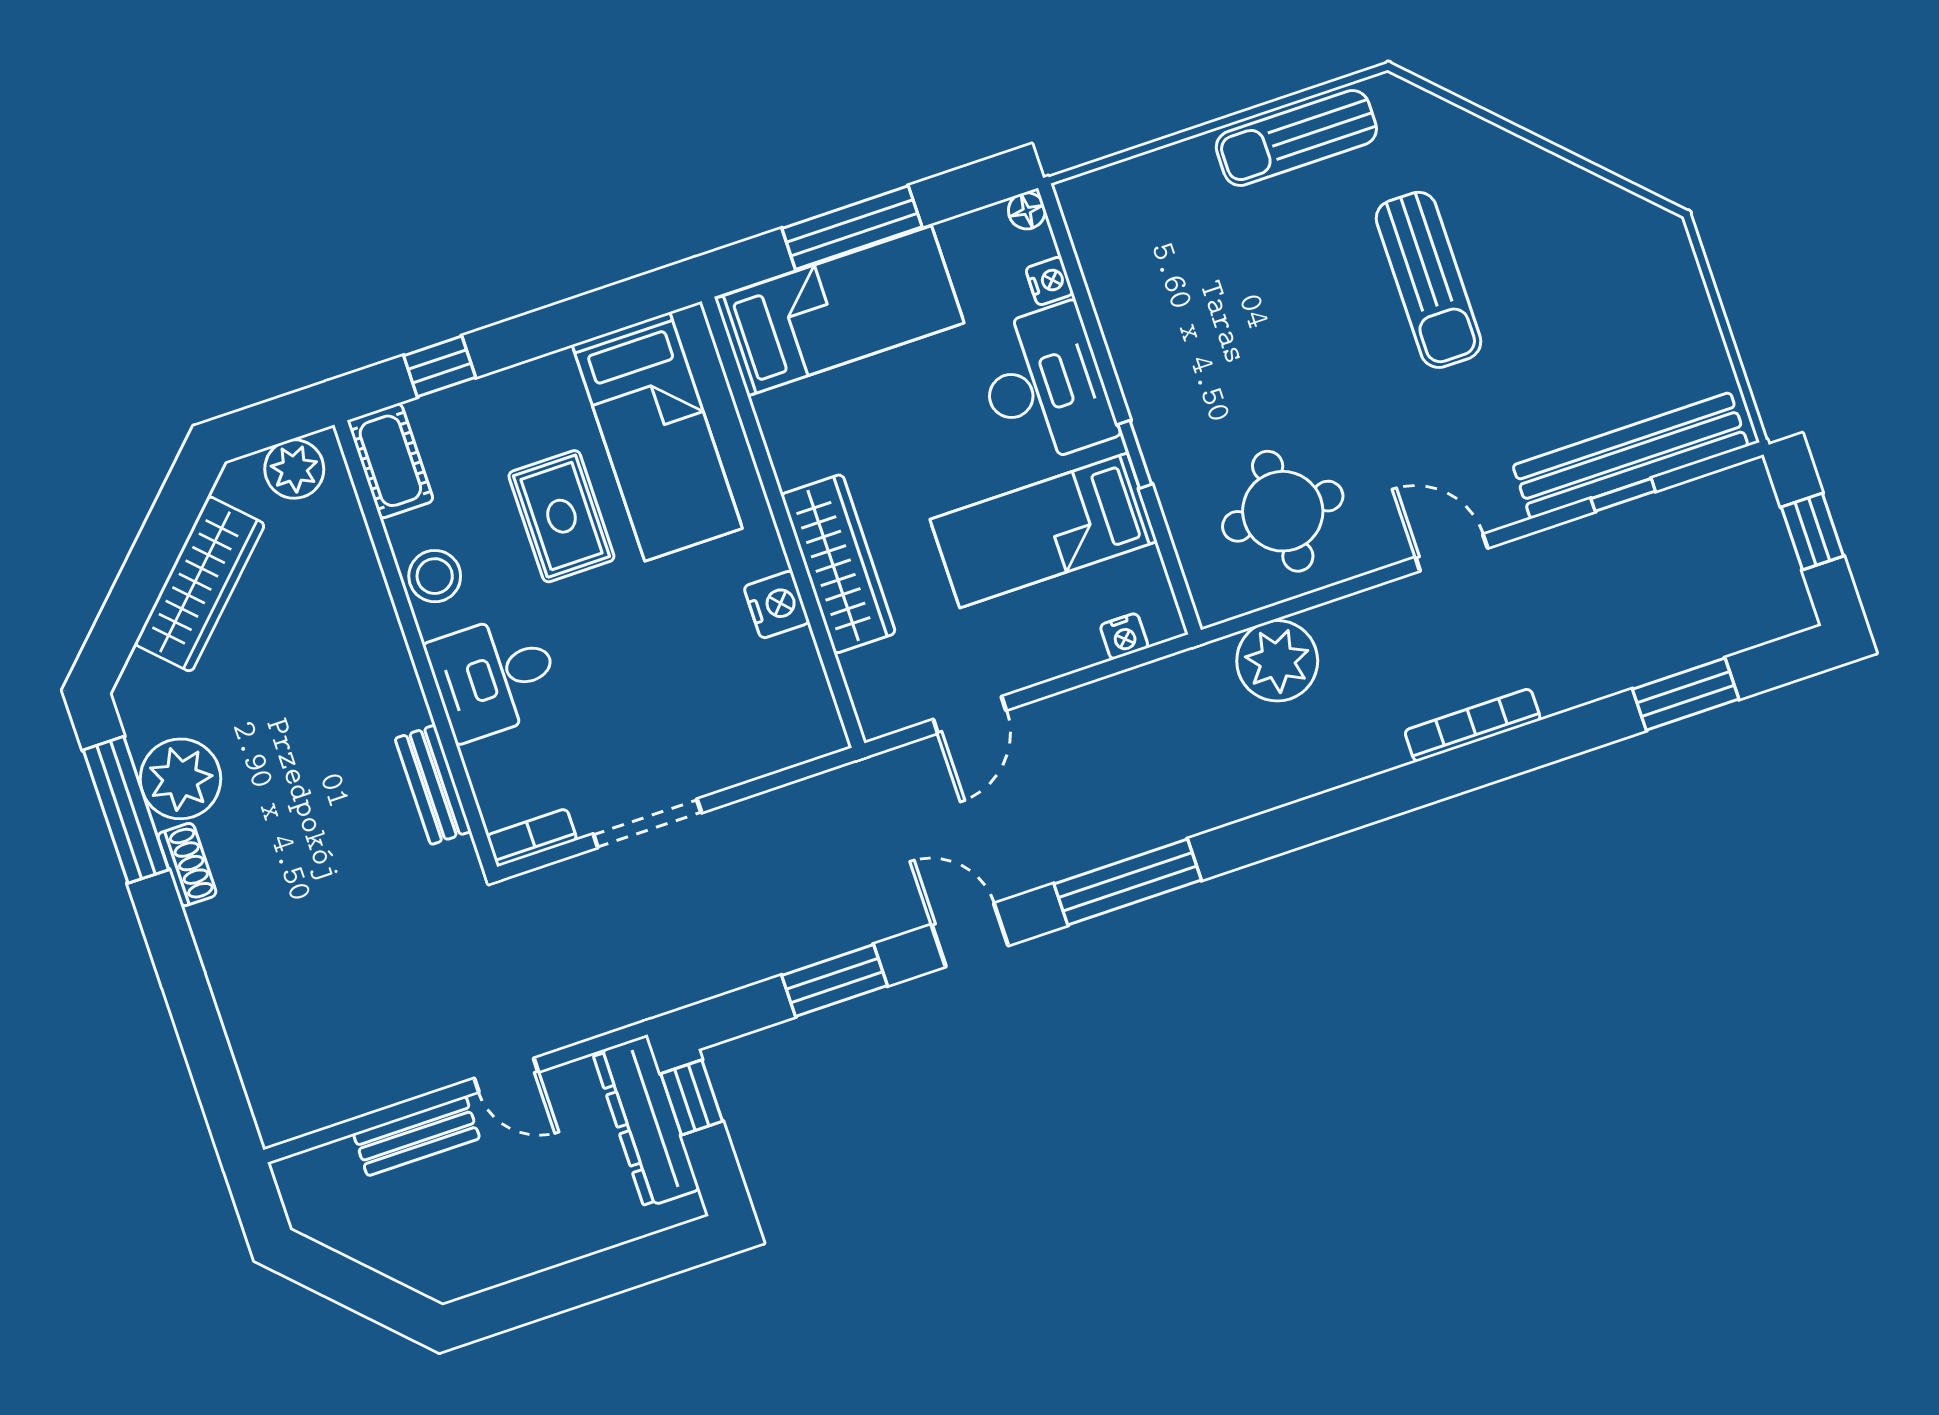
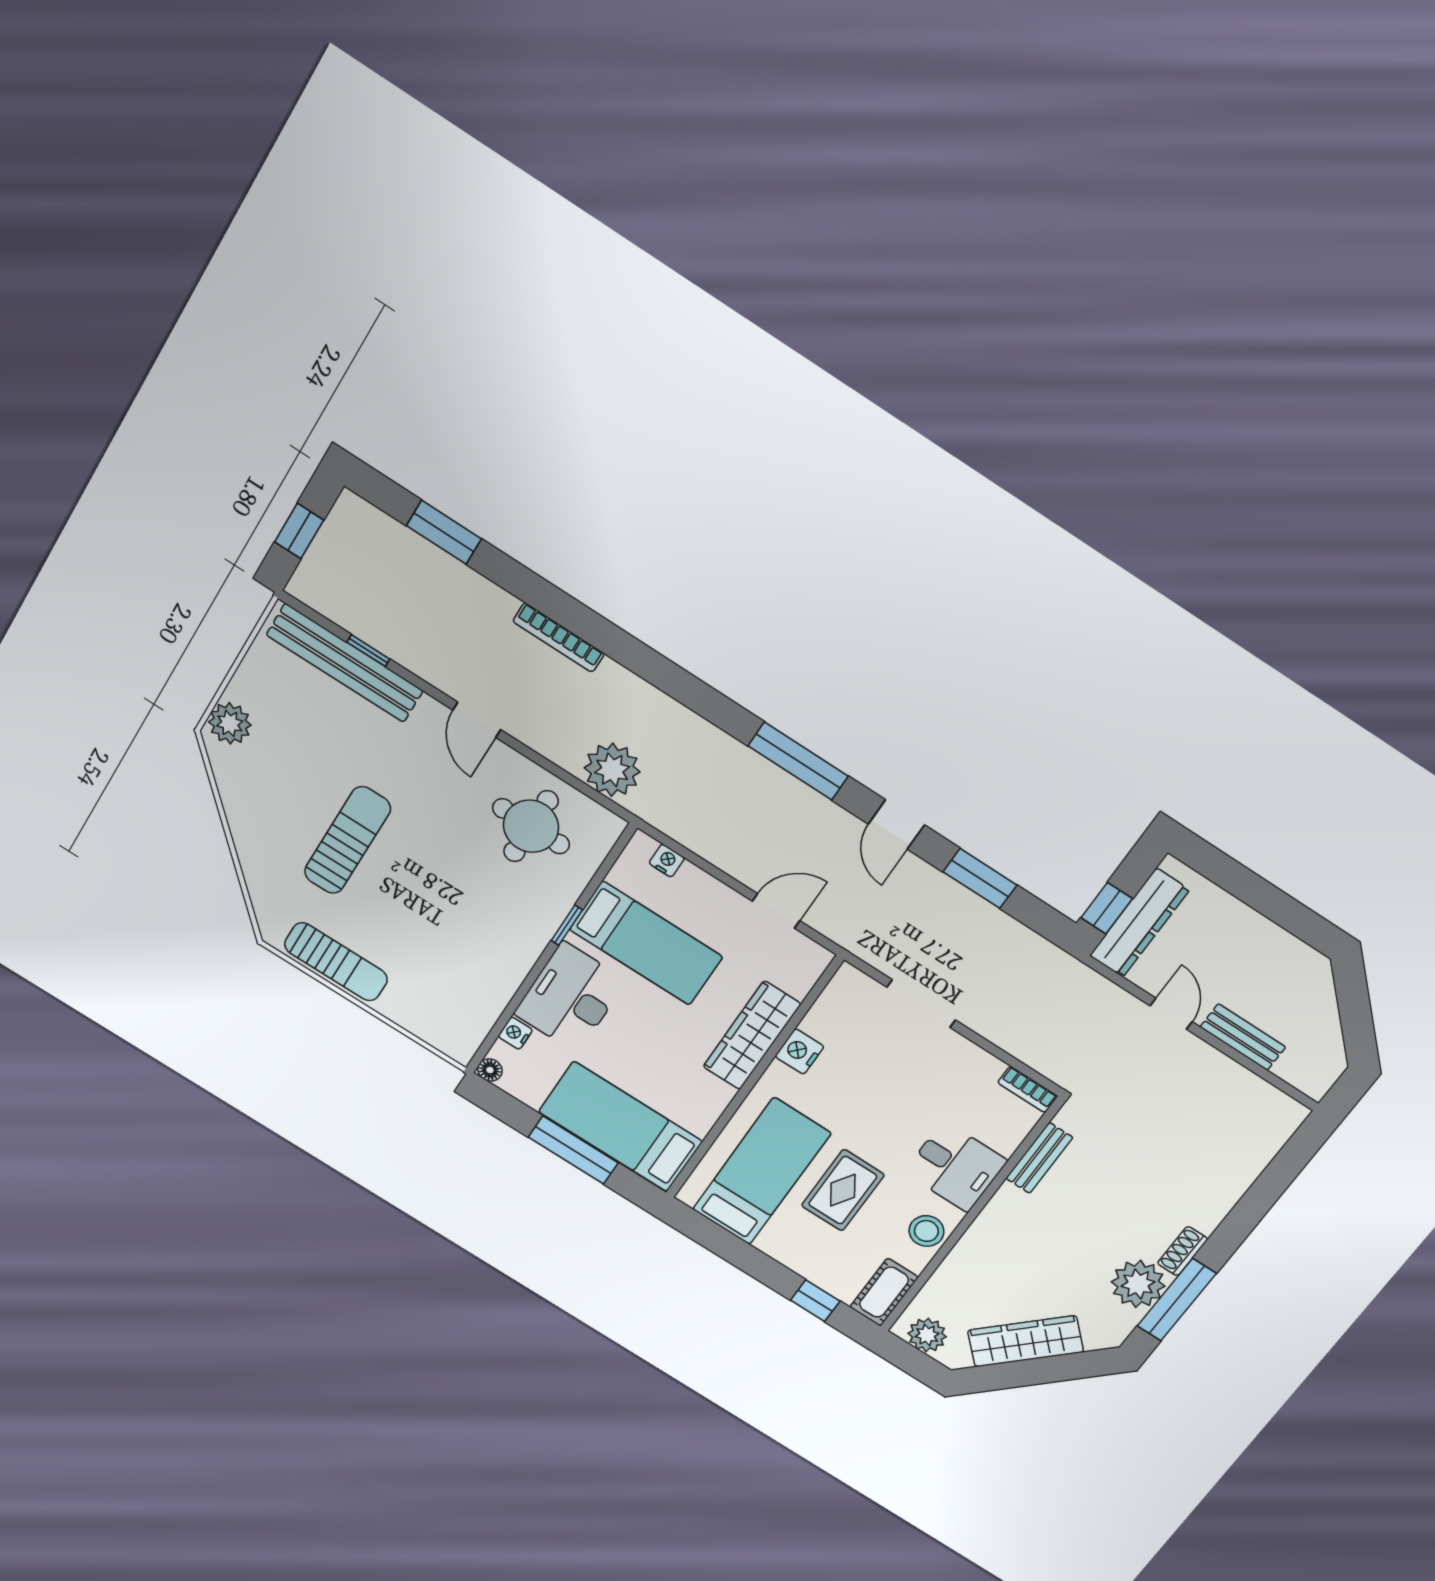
plant: (1665, 260) -> (230, 723), added
doorway: (647, 823) -> (921, 1004), moved

